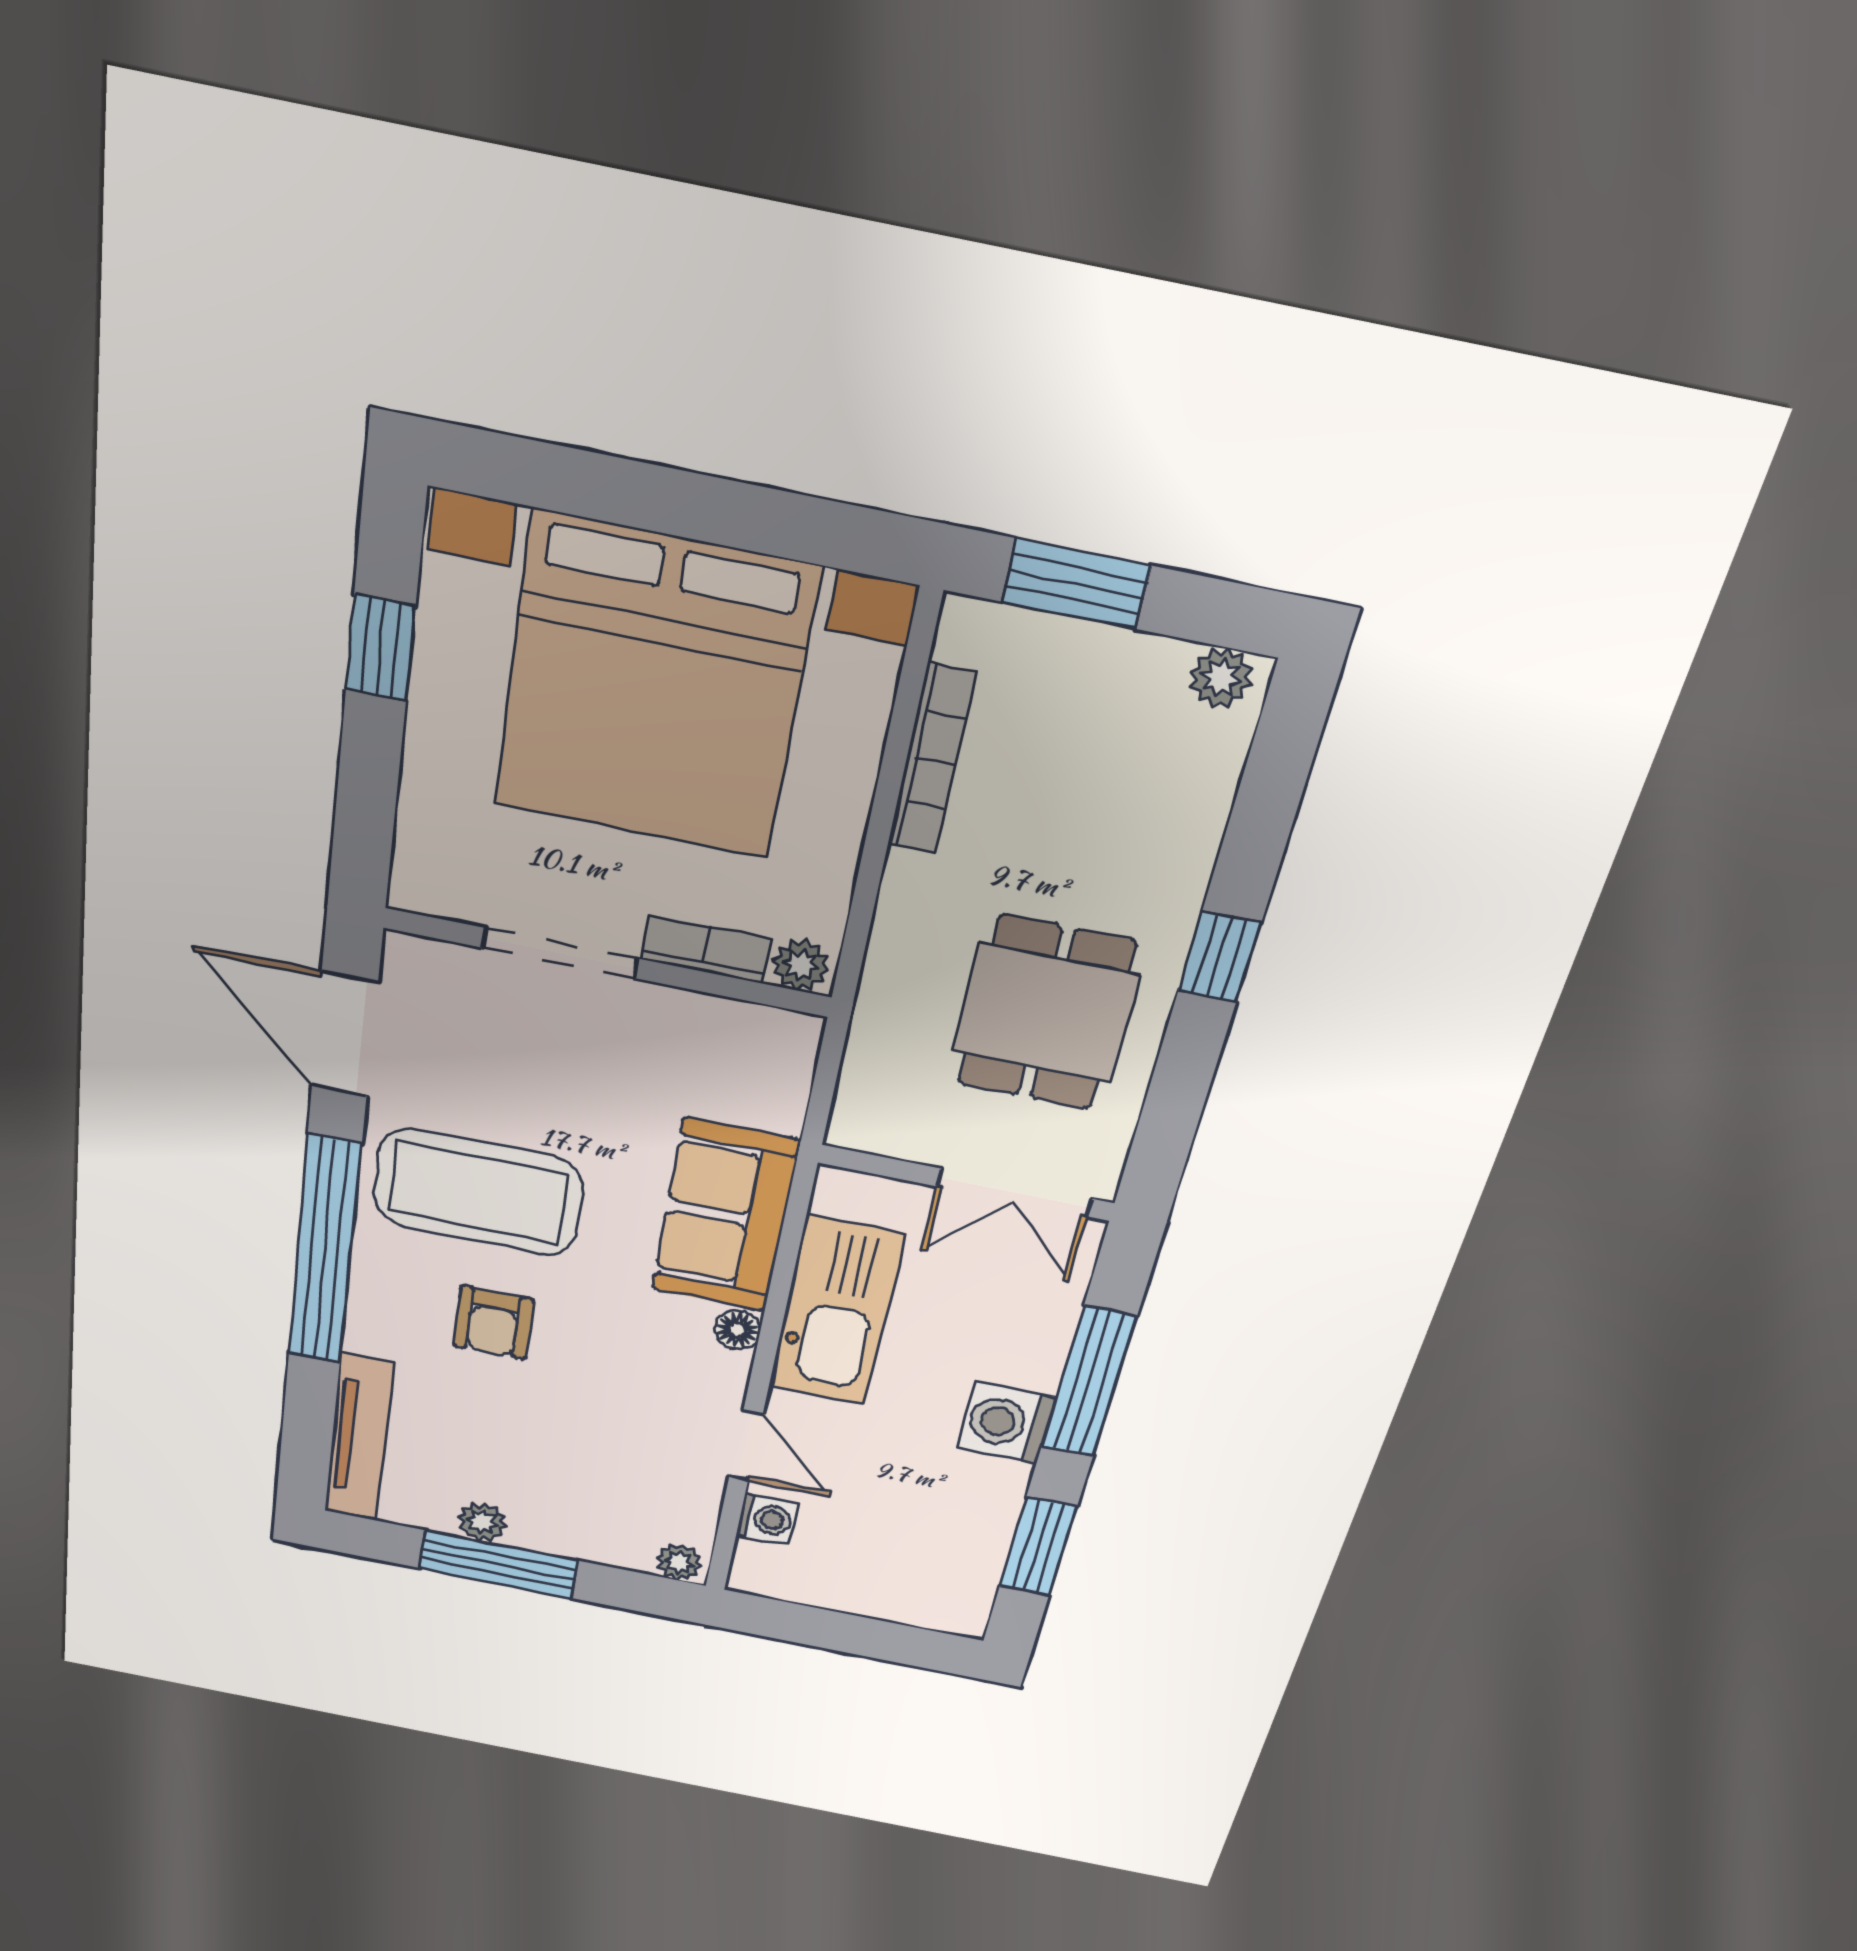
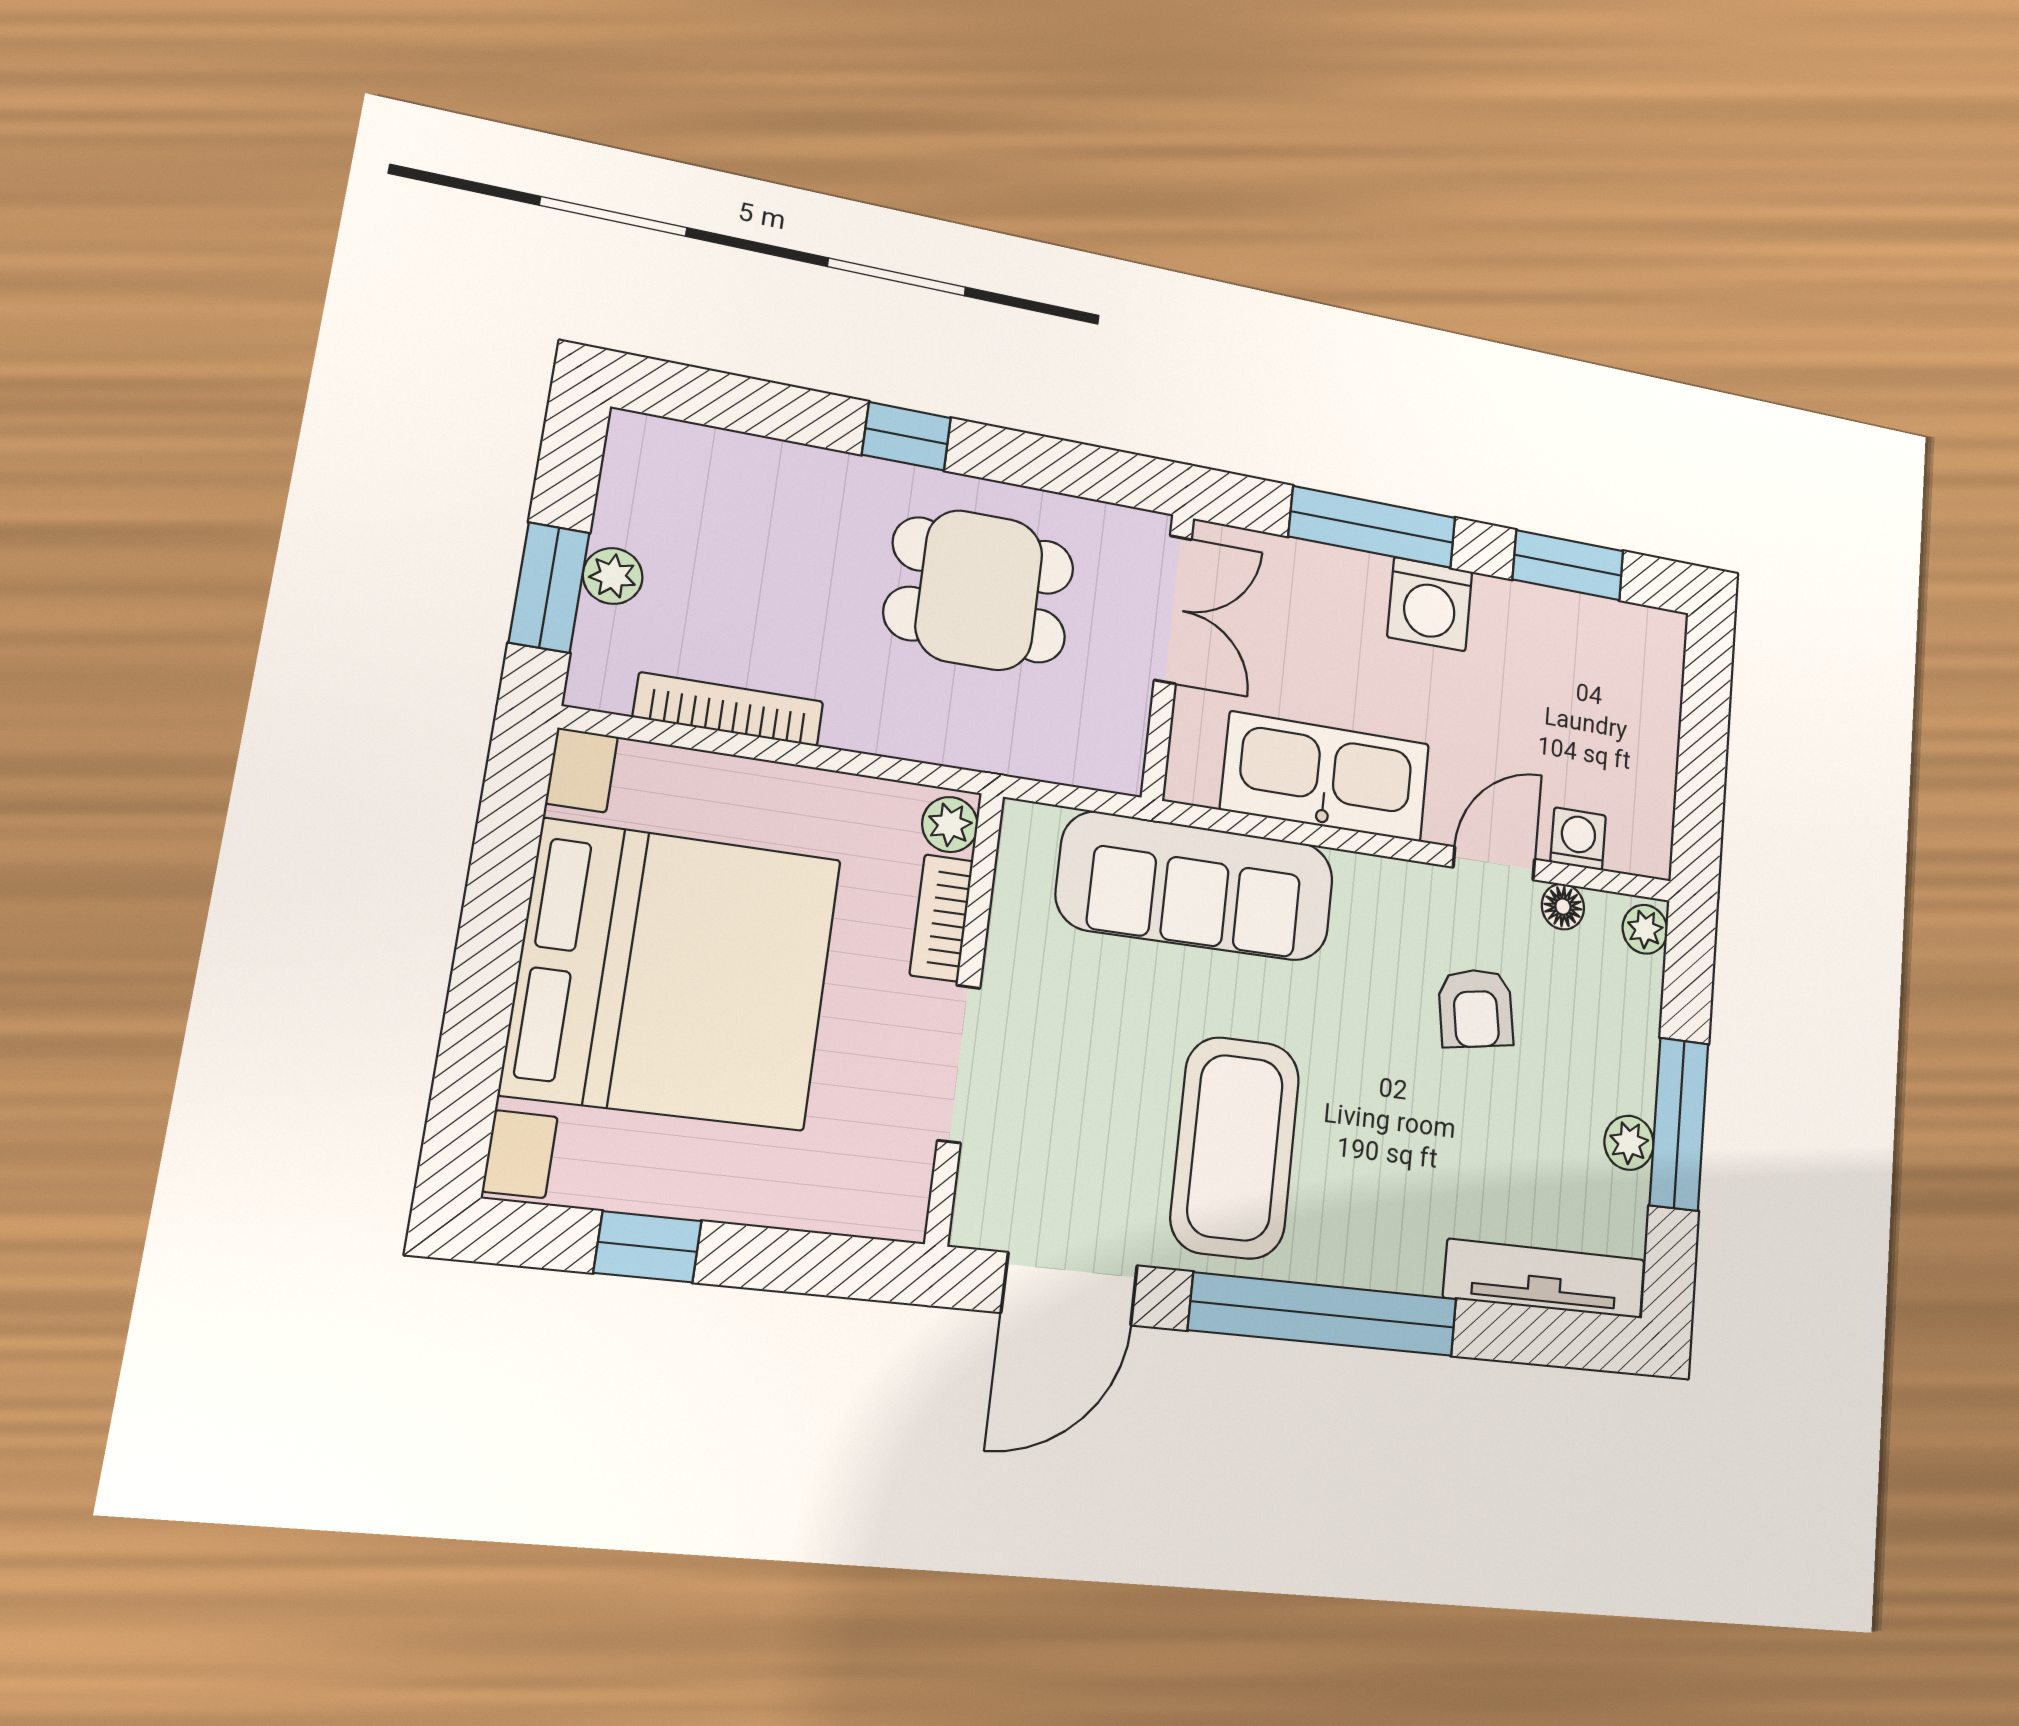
plant: (1221, 678) -> (613, 576), moved
sofa: (725, 1216) -> (1196, 886), width x1.36
armchair: (493, 1322) -> (1476, 1008), moved, turned 81
floor lamp: (737, 1330) -> (1563, 907), moved

